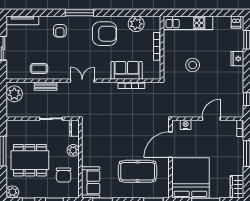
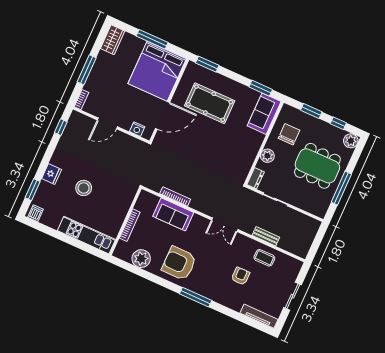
armchair: (60, 31) -> (240, 276), moved
stool: (193, 65) -> (84, 188), moved
plant: (14, 94) -> (302, 243), removed

